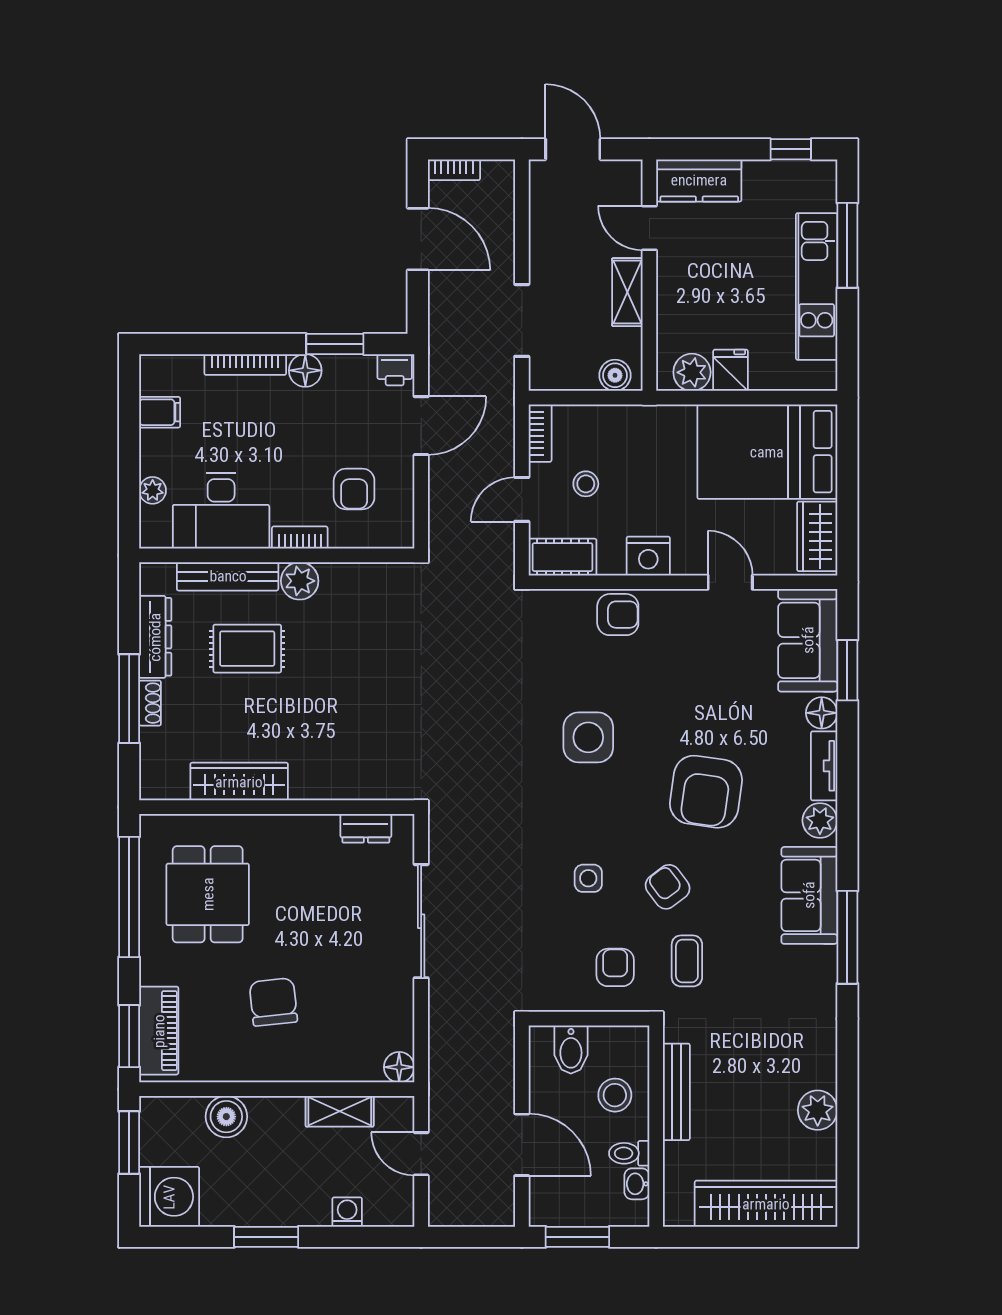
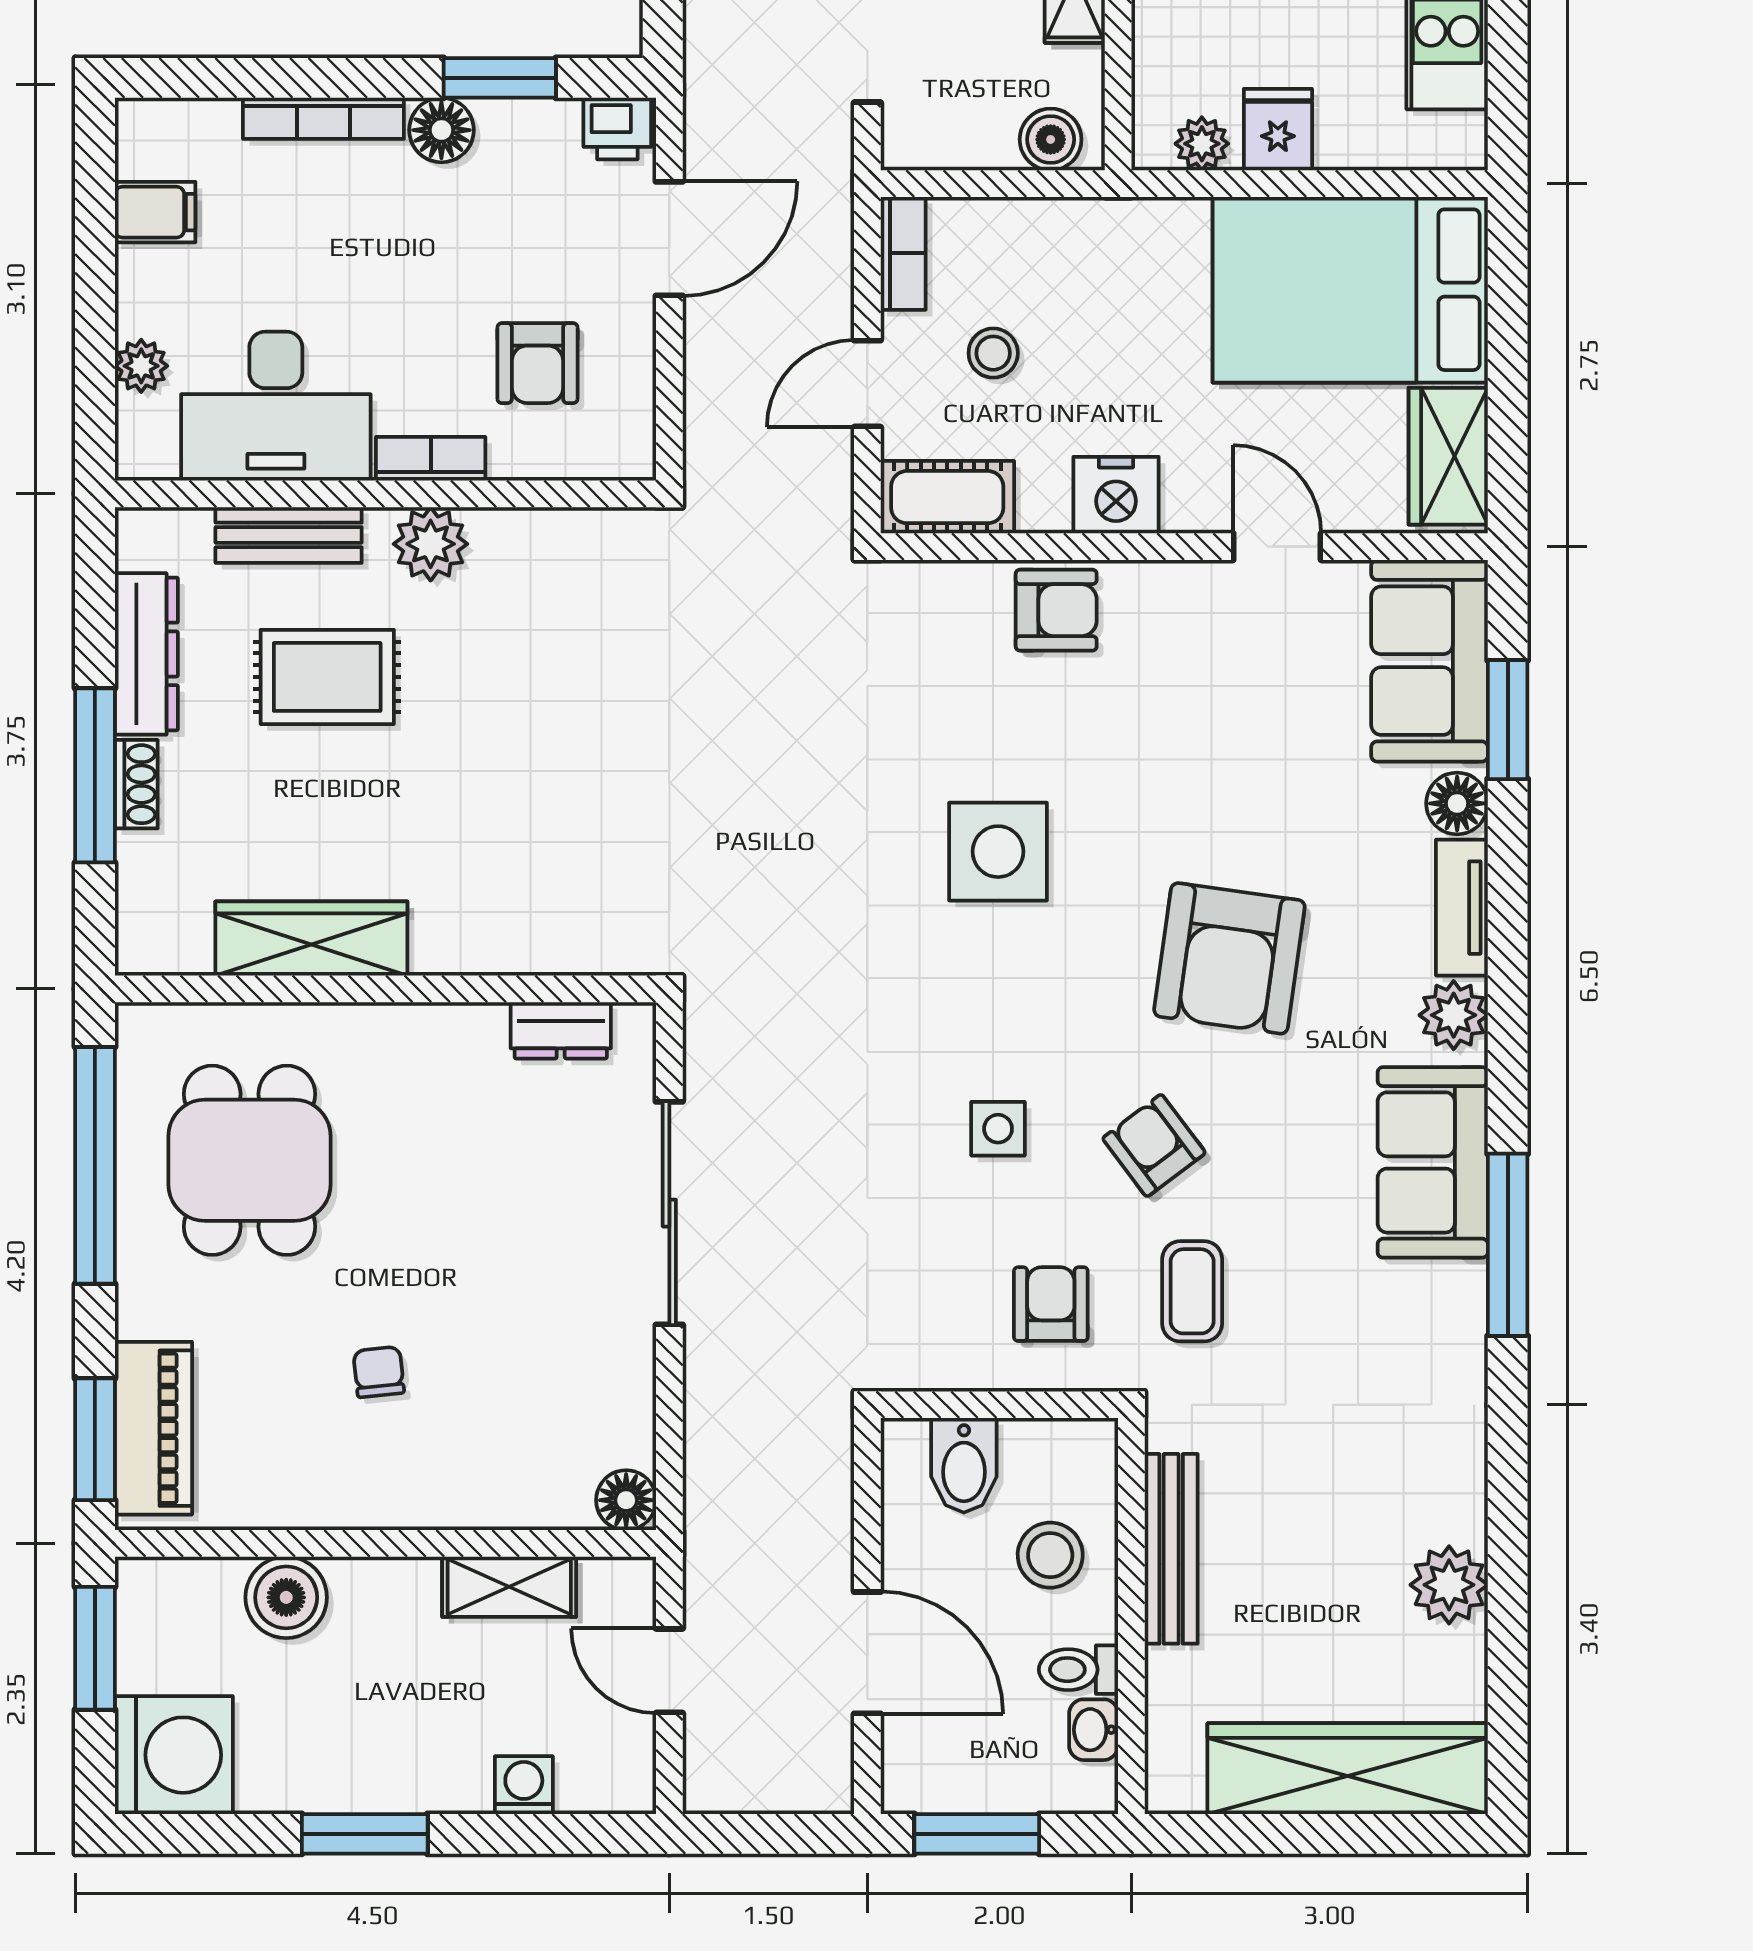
plant: (692, 372) -> (1202, 144), width x0.73, depth x0.73
bench: (228, 576) -> (289, 535), width x0.73
chair: (273, 1002) -> (379, 1372), width x0.54, depth x0.54

